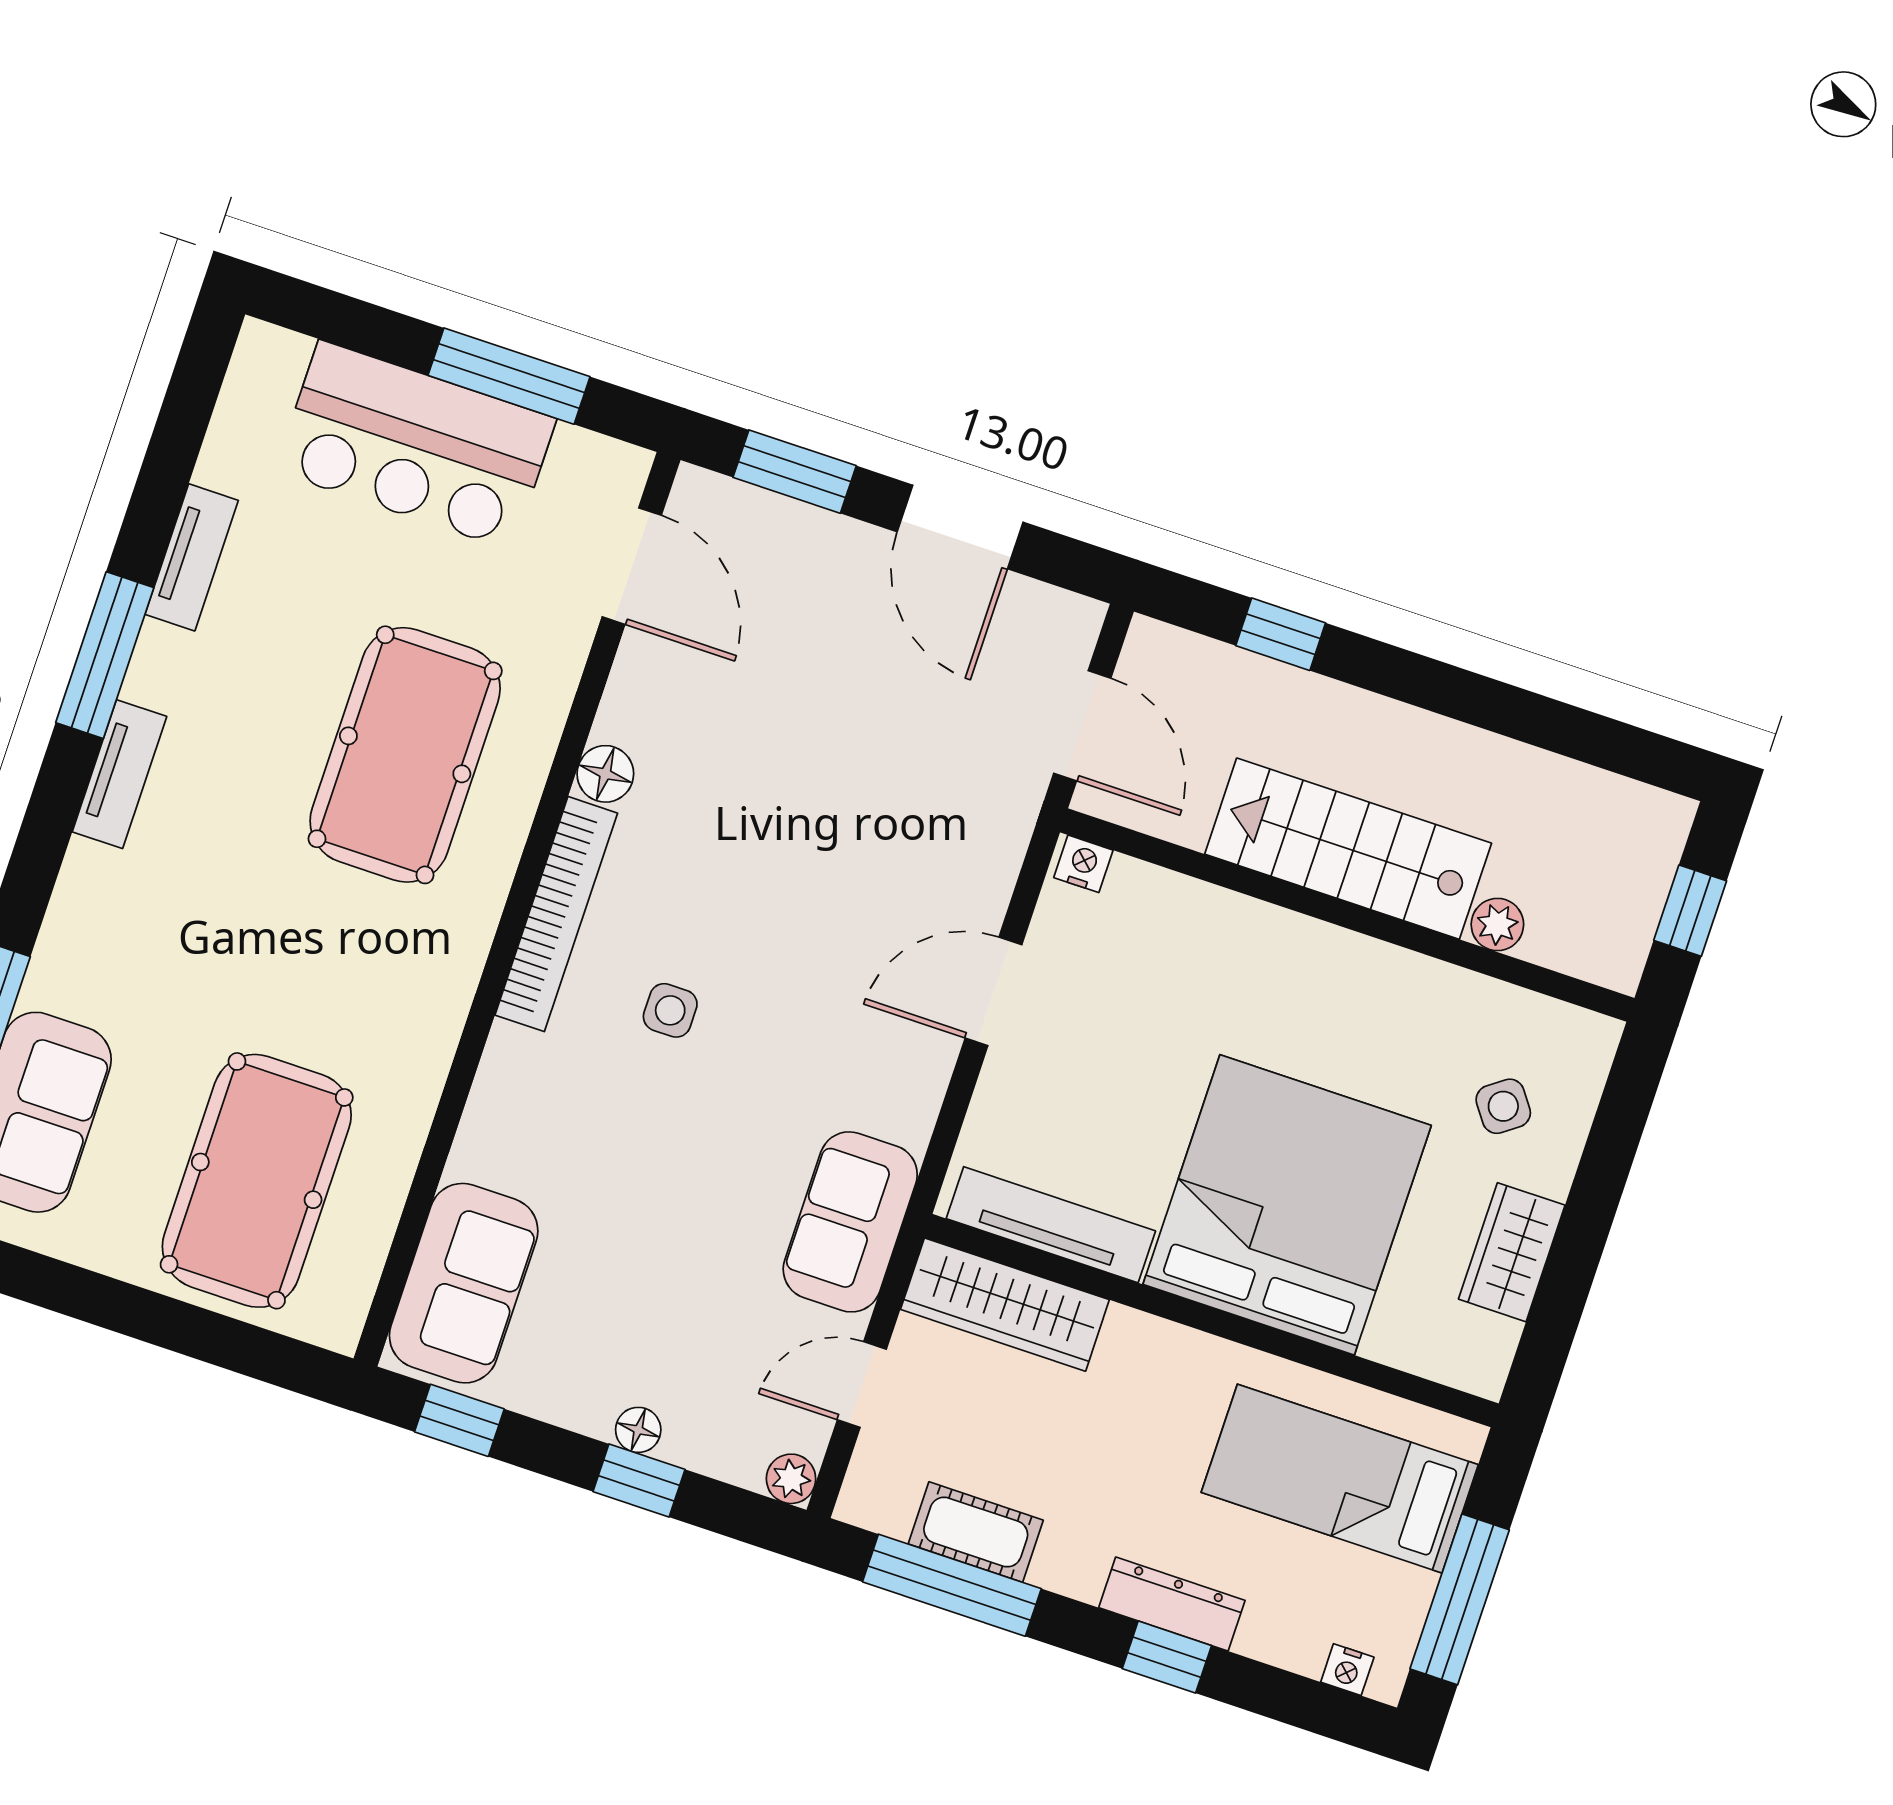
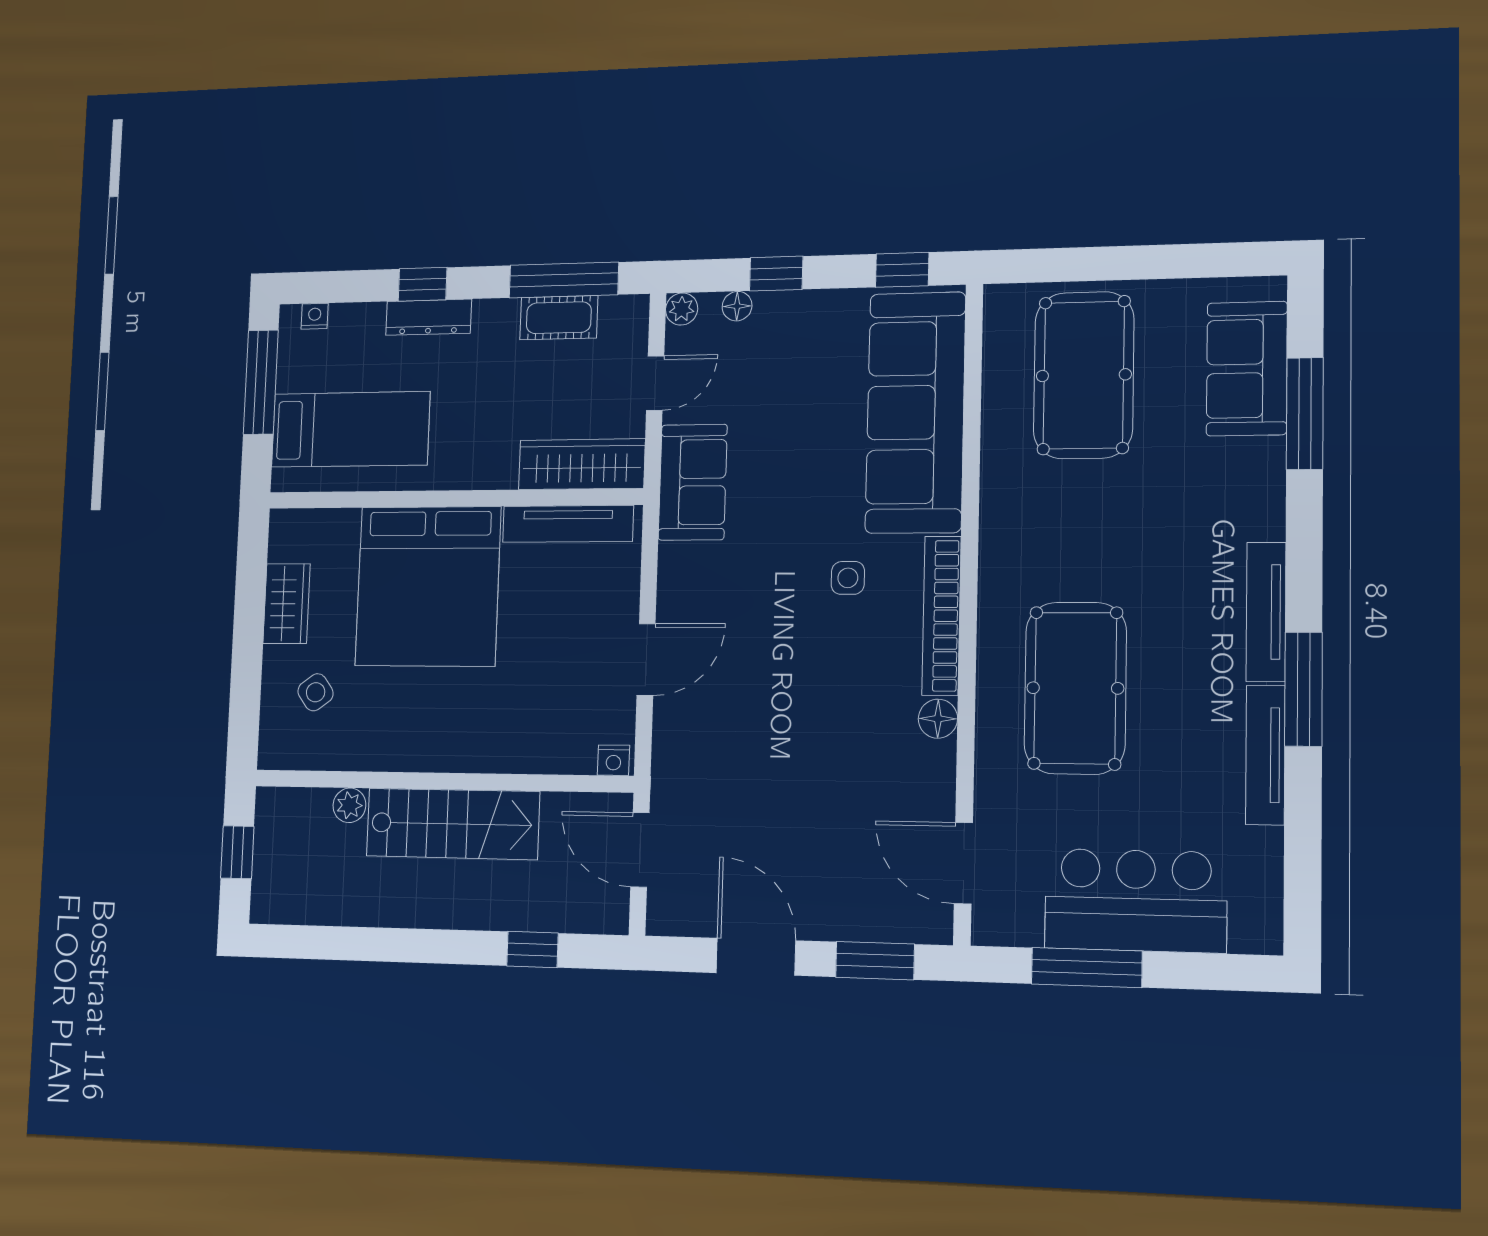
tv unit: (192, 557) -> (1265, 755), width x1.41
tv unit: (119, 774) -> (1266, 612), width x1.41
sofa: (464, 1283) -> (915, 412), width x1.85, depth x1.27
floor lamp: (638, 1430) -> (737, 306), moved

